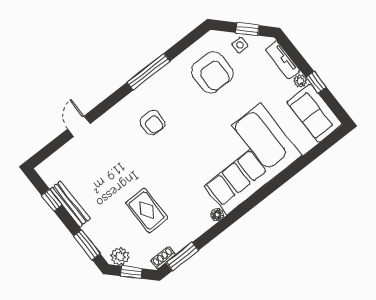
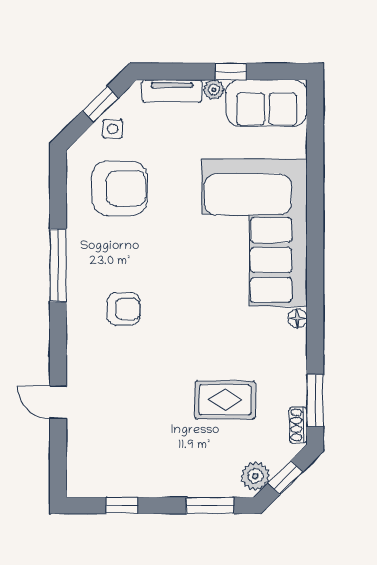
bench: (70, 204) -> (144, 487), removed

